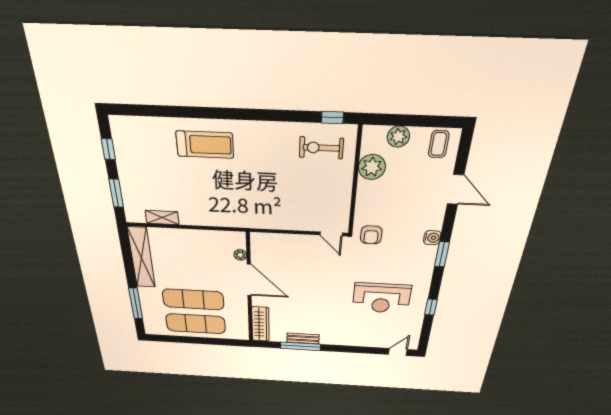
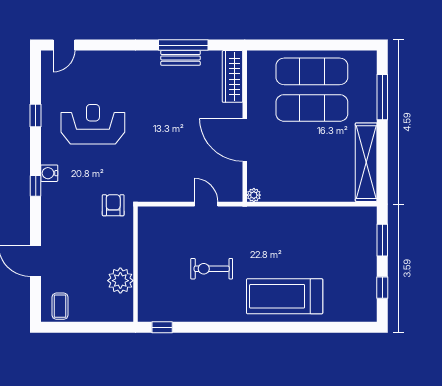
plant: (398, 137) -> (99, 312), removed
treadmill: (205, 145) -> (285, 296), width x1.37, depth x1.38
exercise bike: (321, 148) -> (212, 269), moved, turned 180
shelving: (162, 218) -> (337, 214), removed
door: (331, 234) -> (206, 204), moved
water cooler: (432, 238) -> (49, 173), moved
window: (442, 254) -> (36, 186), width x0.67
plant: (240, 255) -> (254, 195), moved

